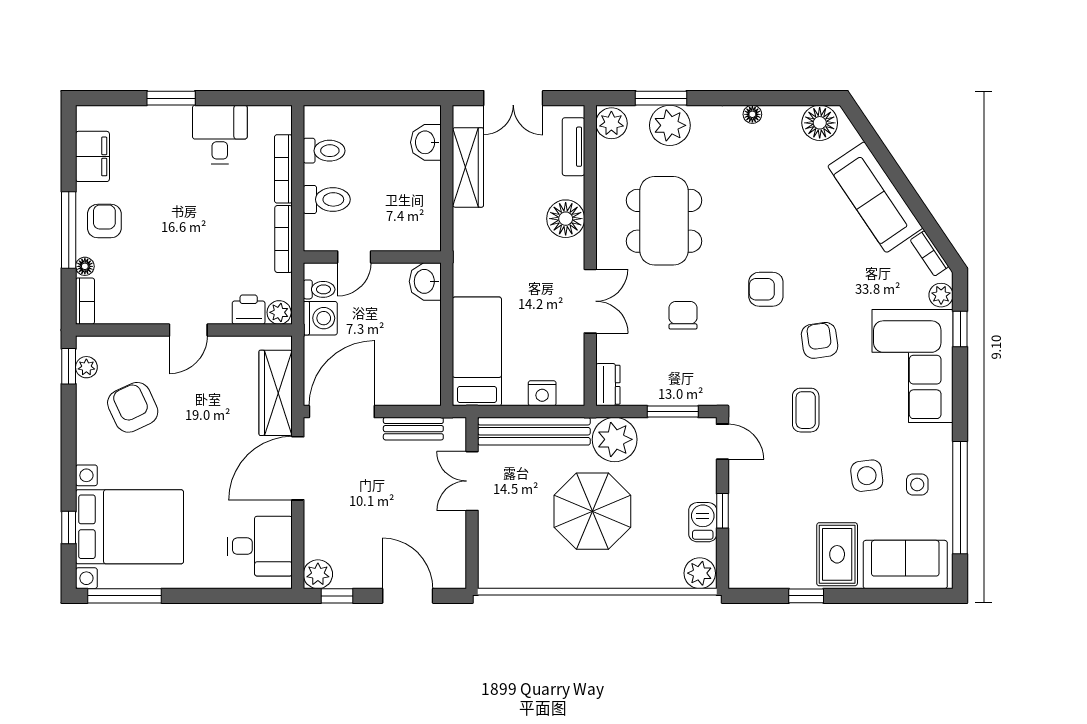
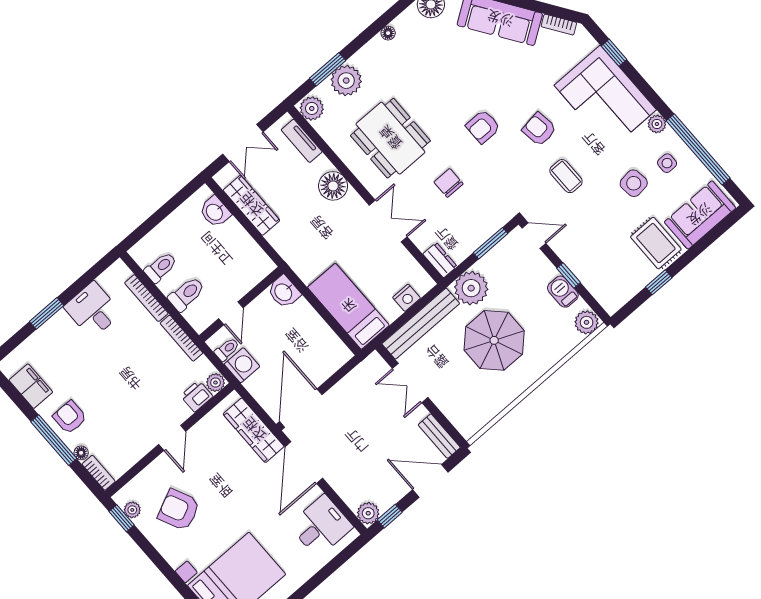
plant: (941, 295) -> (657, 124), moved
bench: (413, 429) -> (439, 436), moved, turned 90

